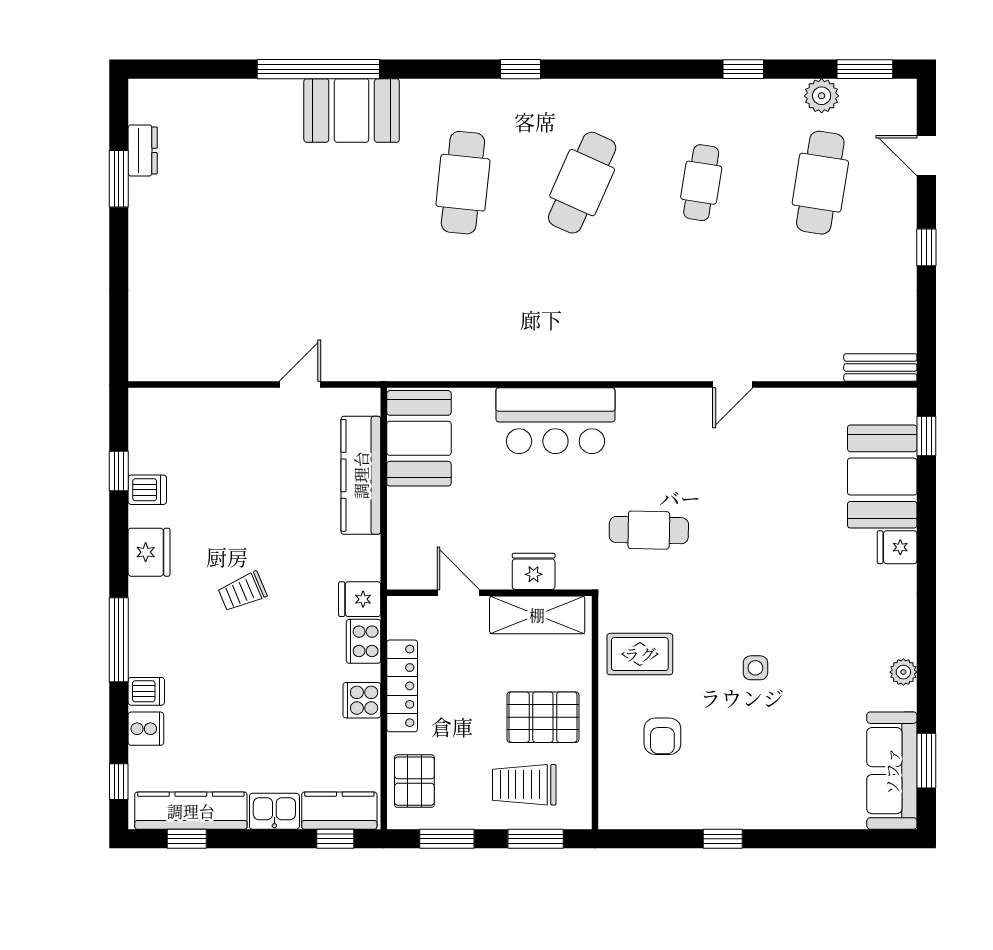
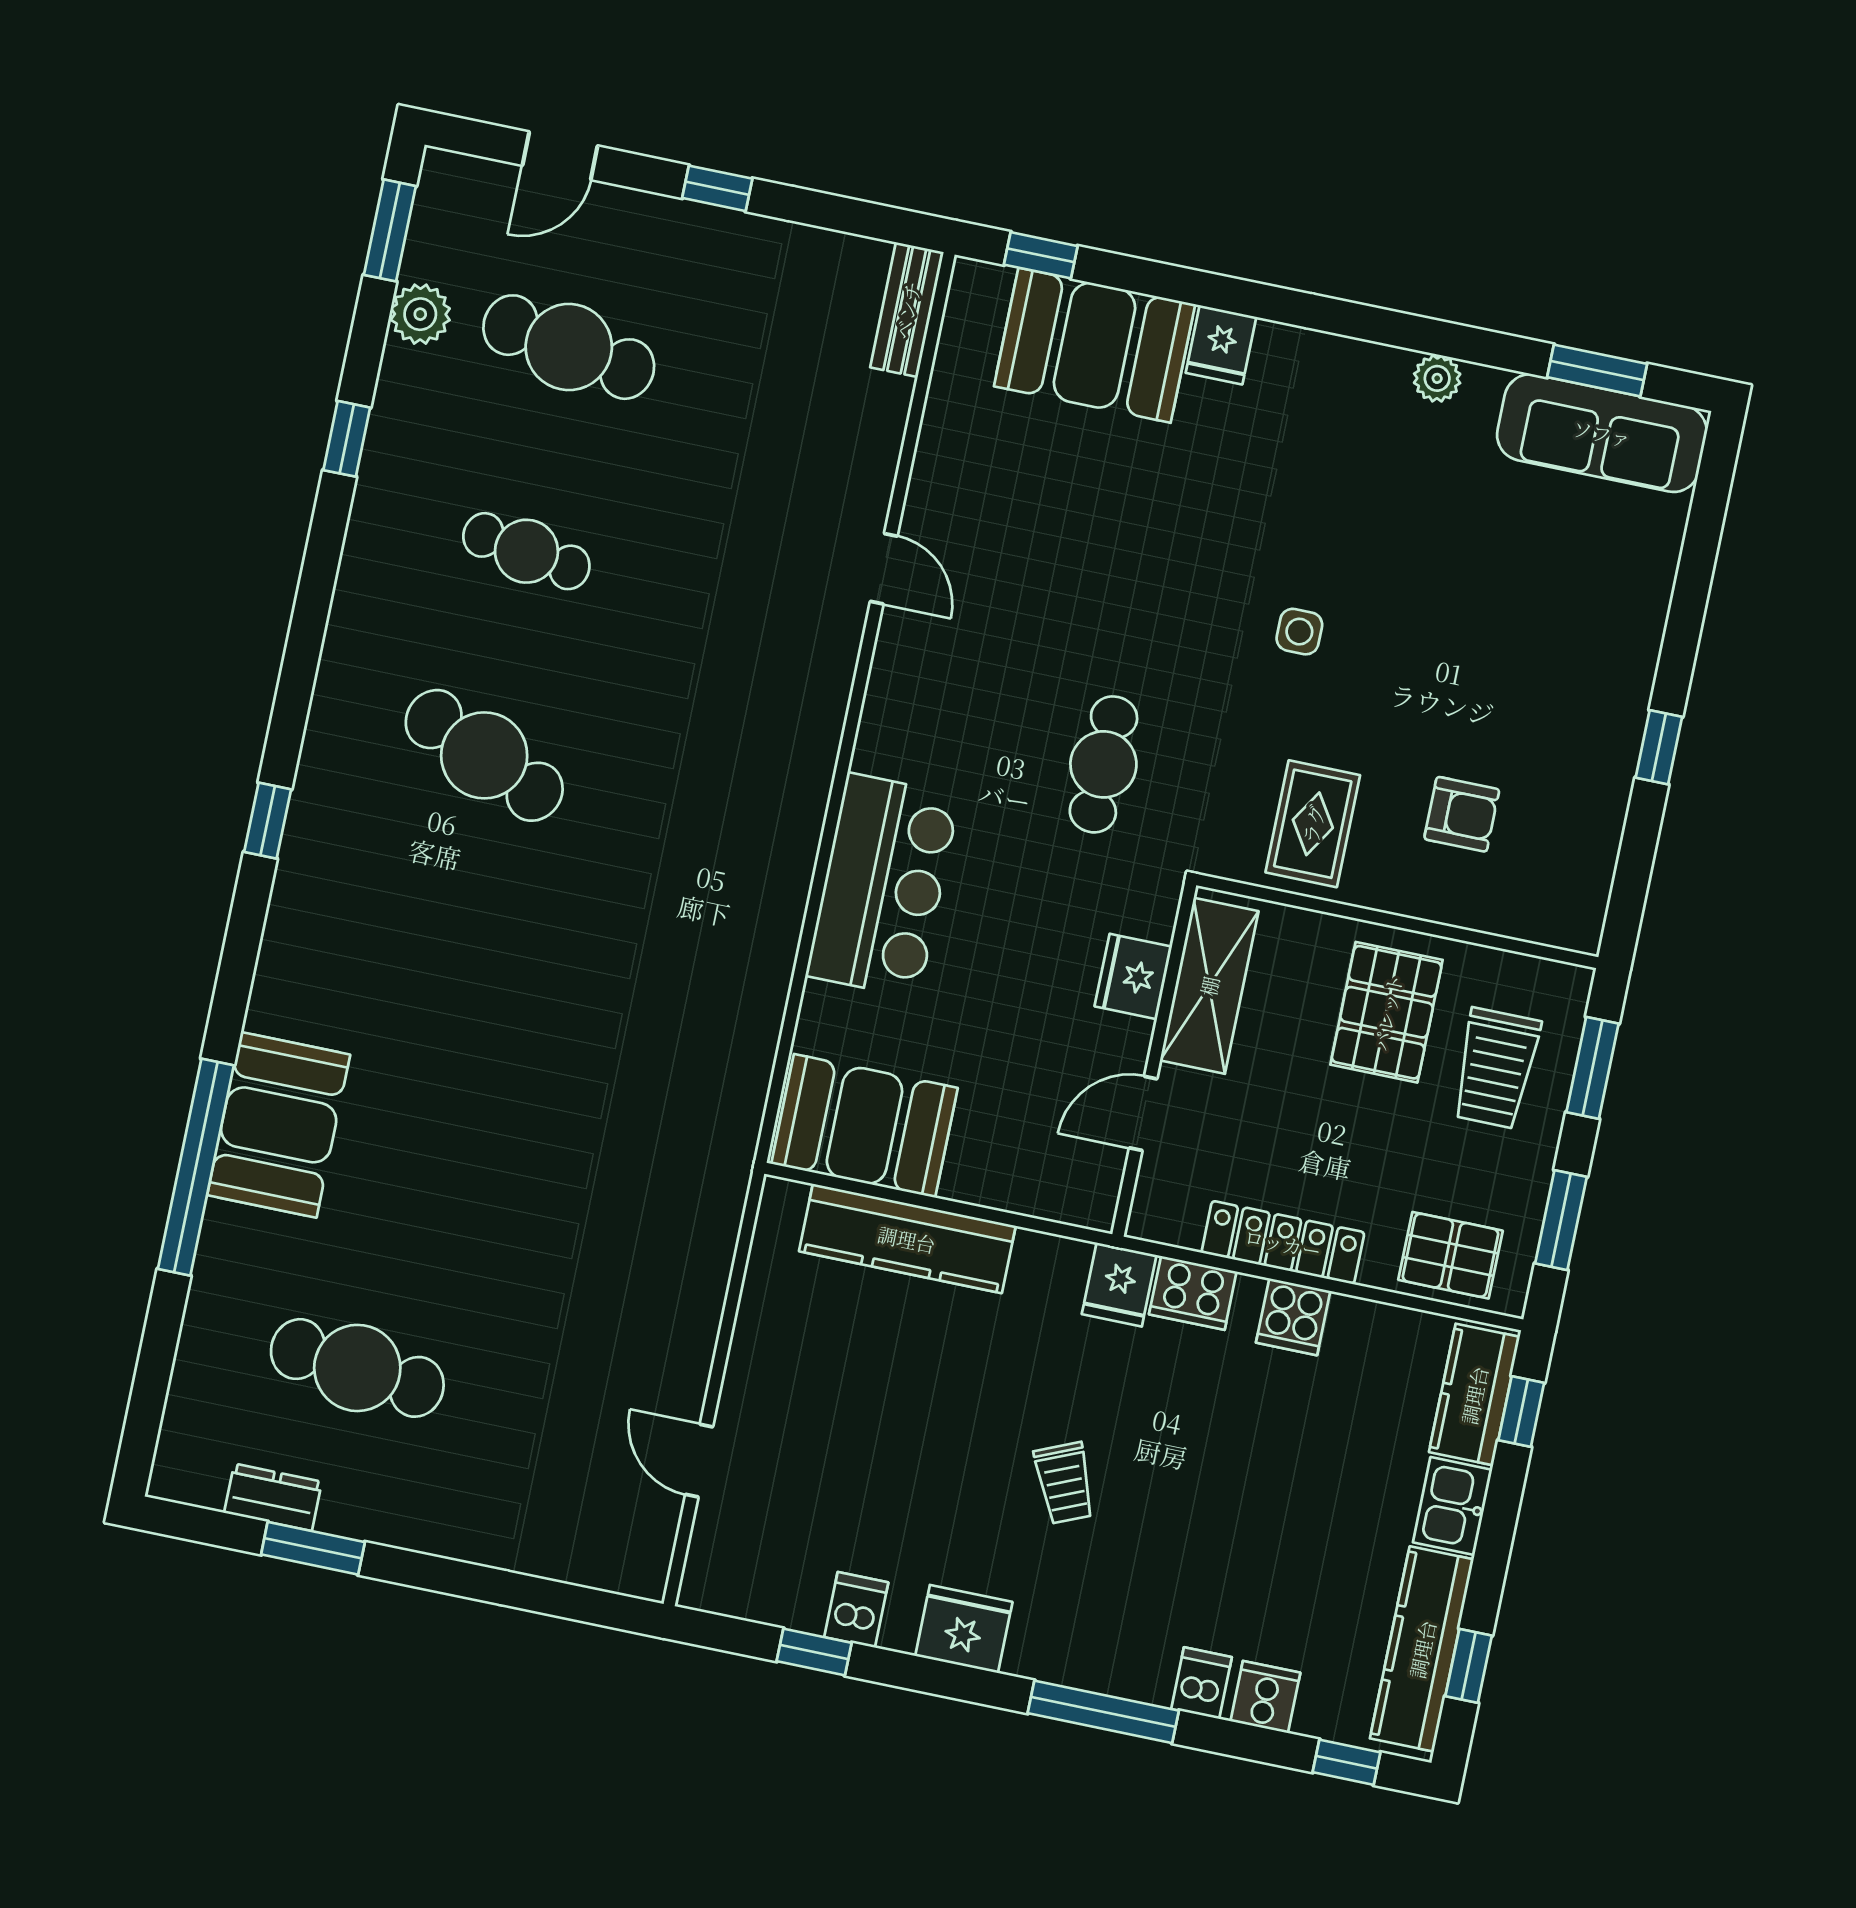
cafe table: (463, 183) -> (357, 1368), moved
door: (300, 385) -> (699, 1461), moved
side table: (755, 668) -> (1299, 632), moved

